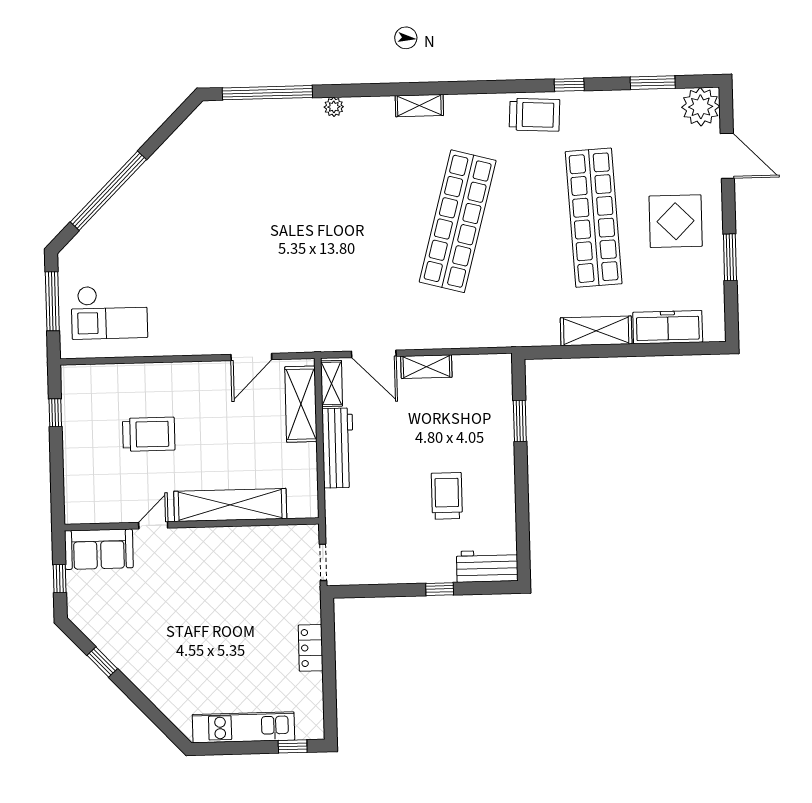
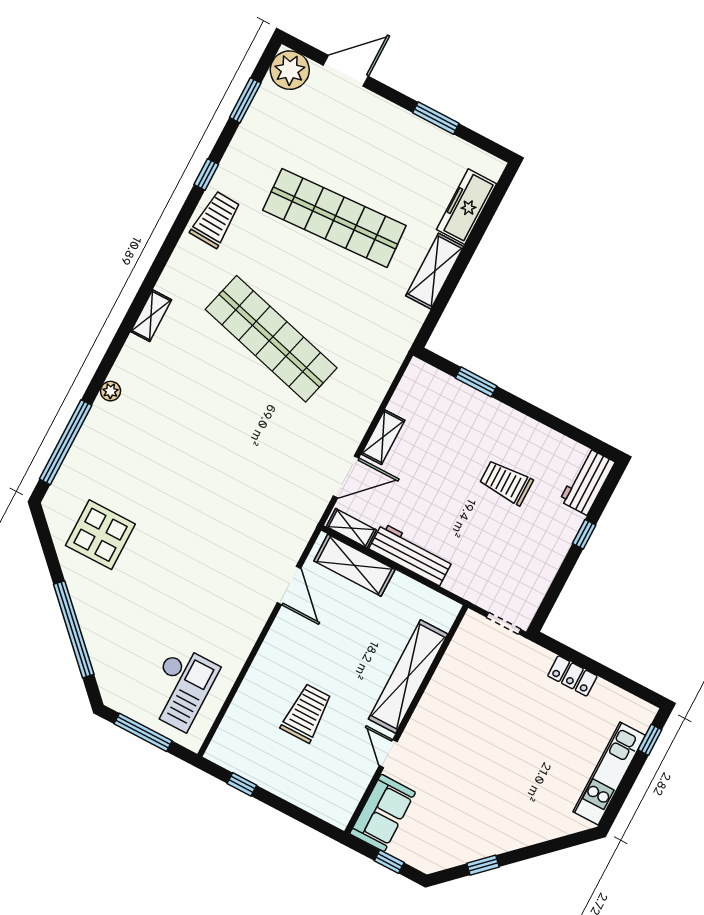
display table: (676, 221) -> (100, 535), moved

